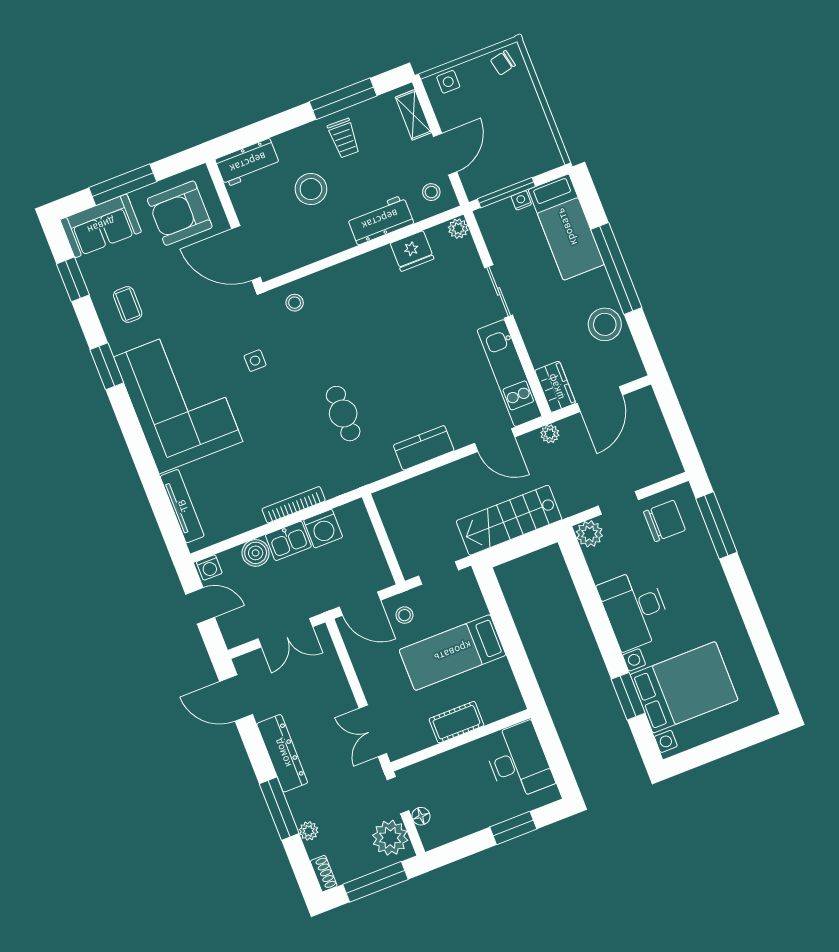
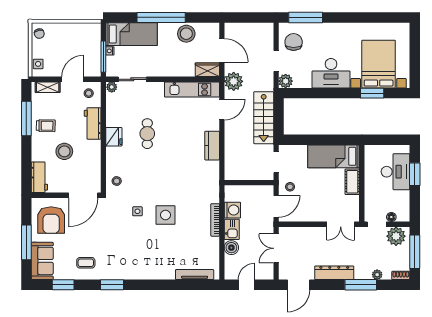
door: (445, 154) -> (73, 79), hinge flipped
fridge: (412, 251) -> (114, 137), moved
sliding door: (499, 291) -> (132, 79), moved
corner sofa: (178, 399) -> (142, 256), removed
side table: (268, 413) -> (165, 215), added
cafe table: (343, 414) -> (147, 134), moved, turned 90
plant: (550, 434) -> (234, 81), width x1.87, depth x1.87
washing machine: (209, 567) -> (230, 273), removed
double door: (285, 633) -> (276, 248), swing flipped
bed: (453, 652) -> (334, 156), moved, turned 90
desk: (518, 761) -> (395, 172), moved, turned 90

